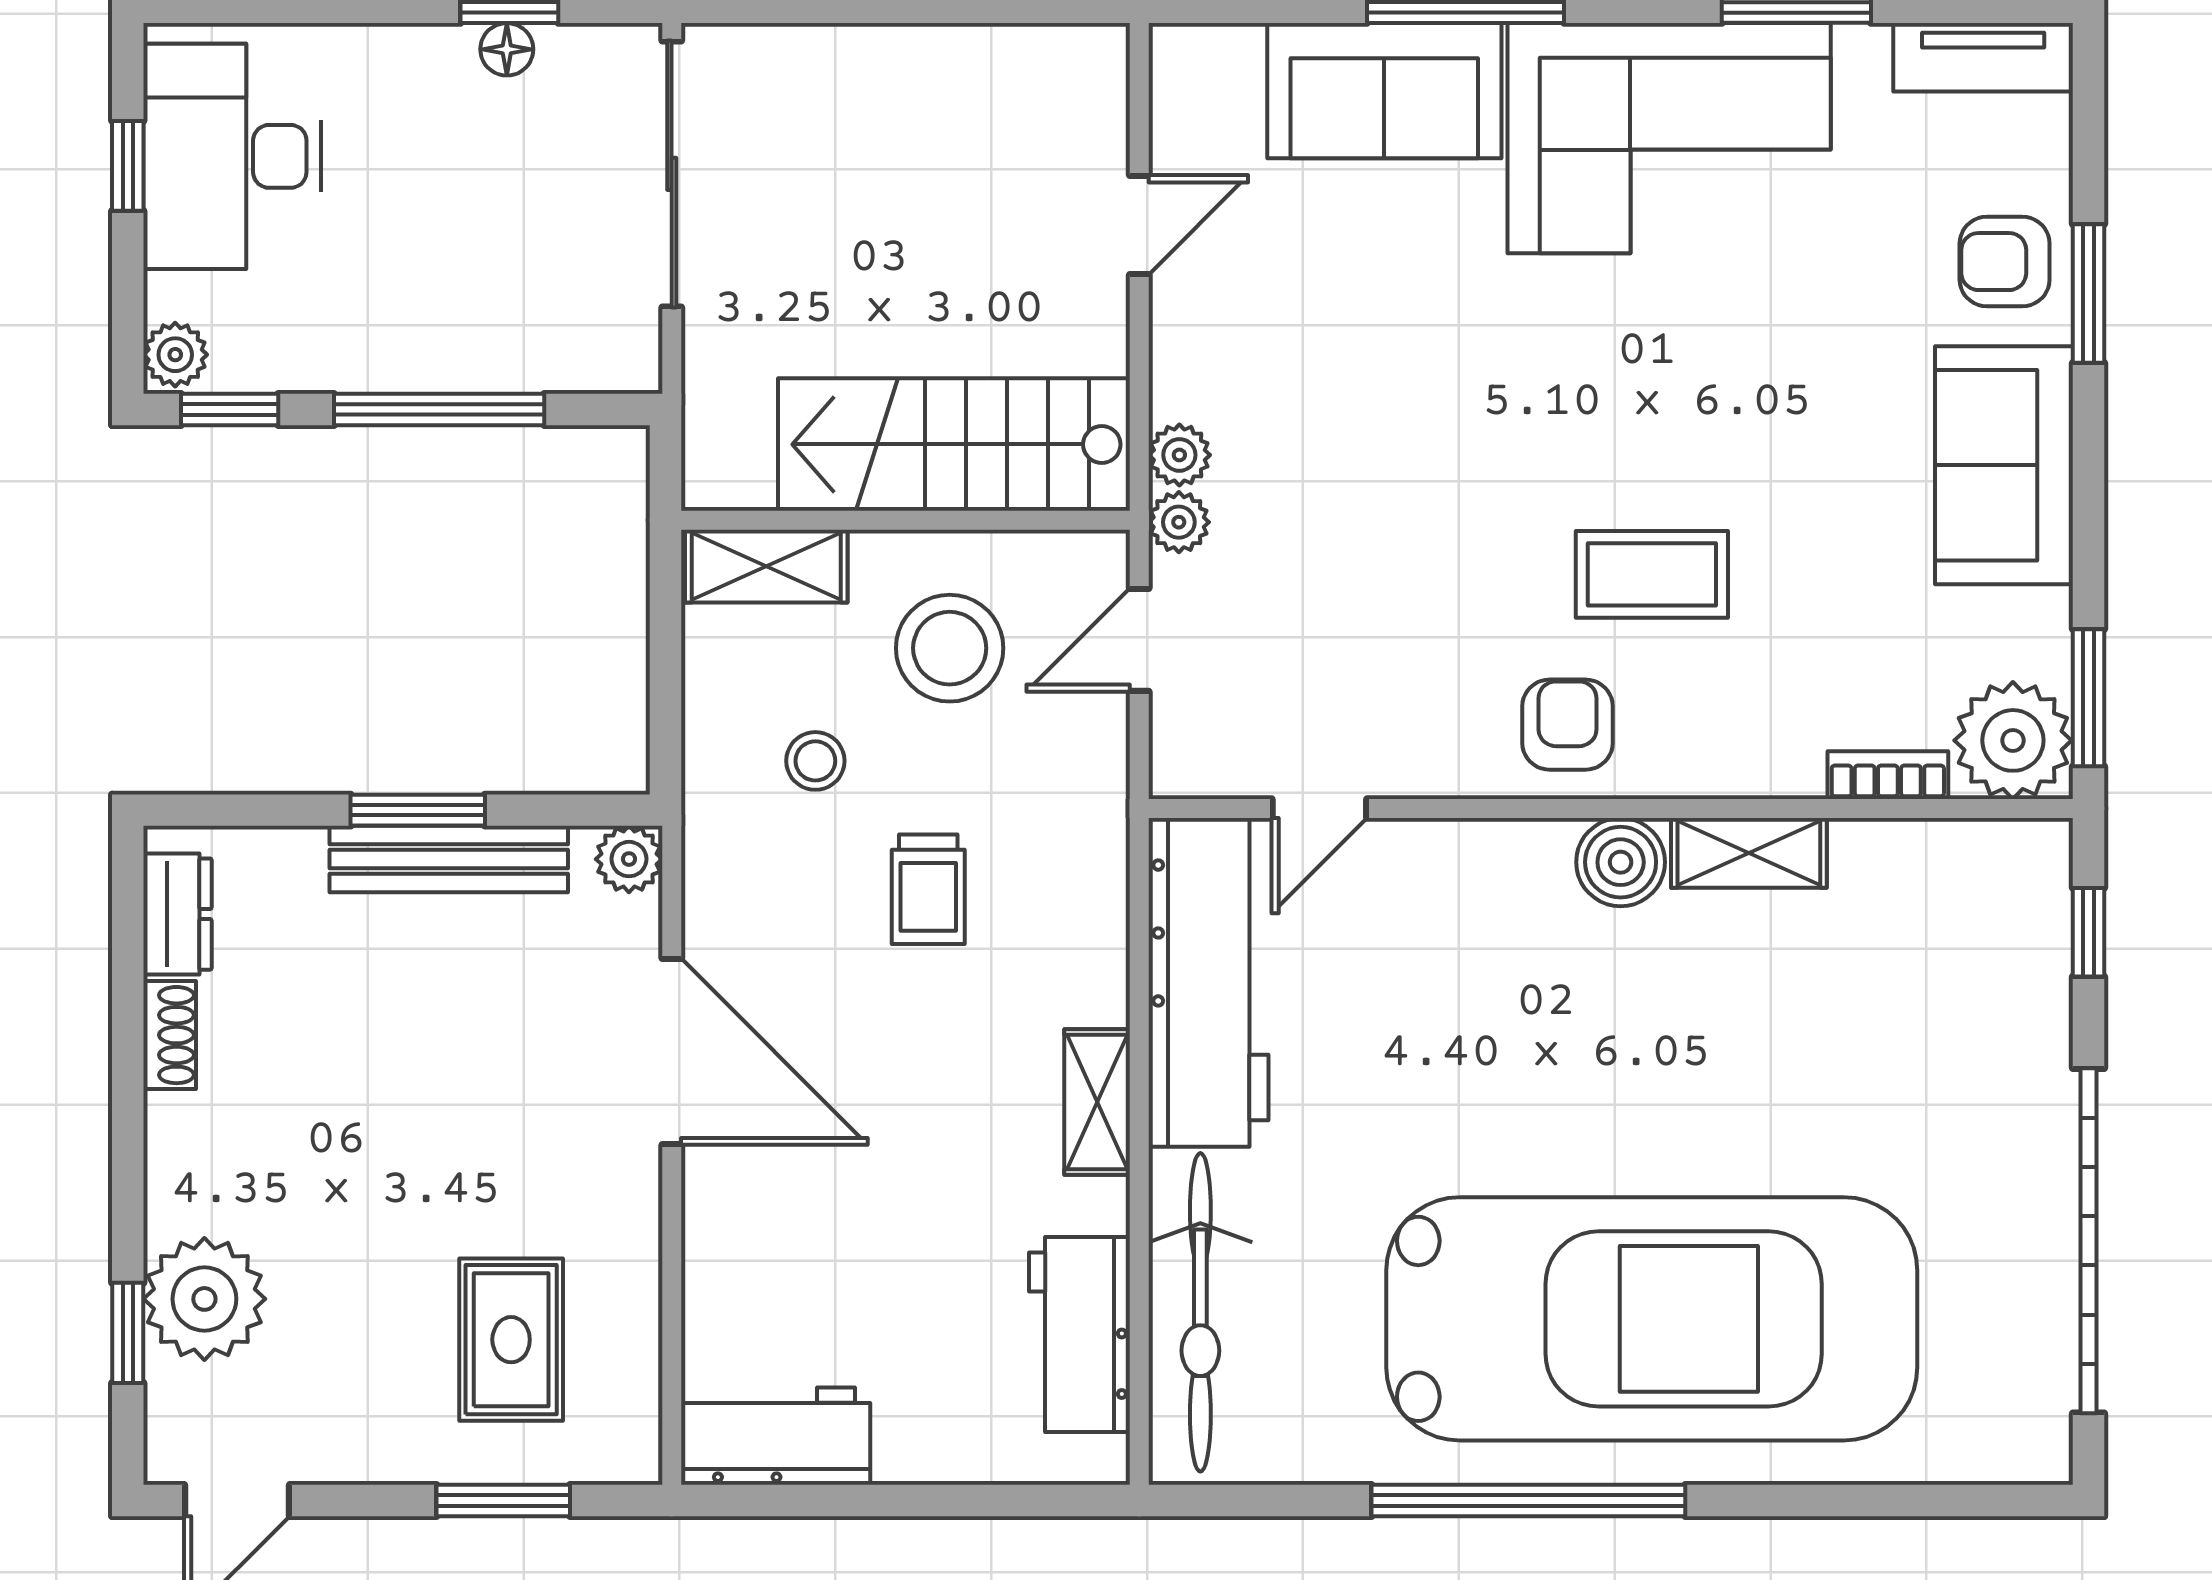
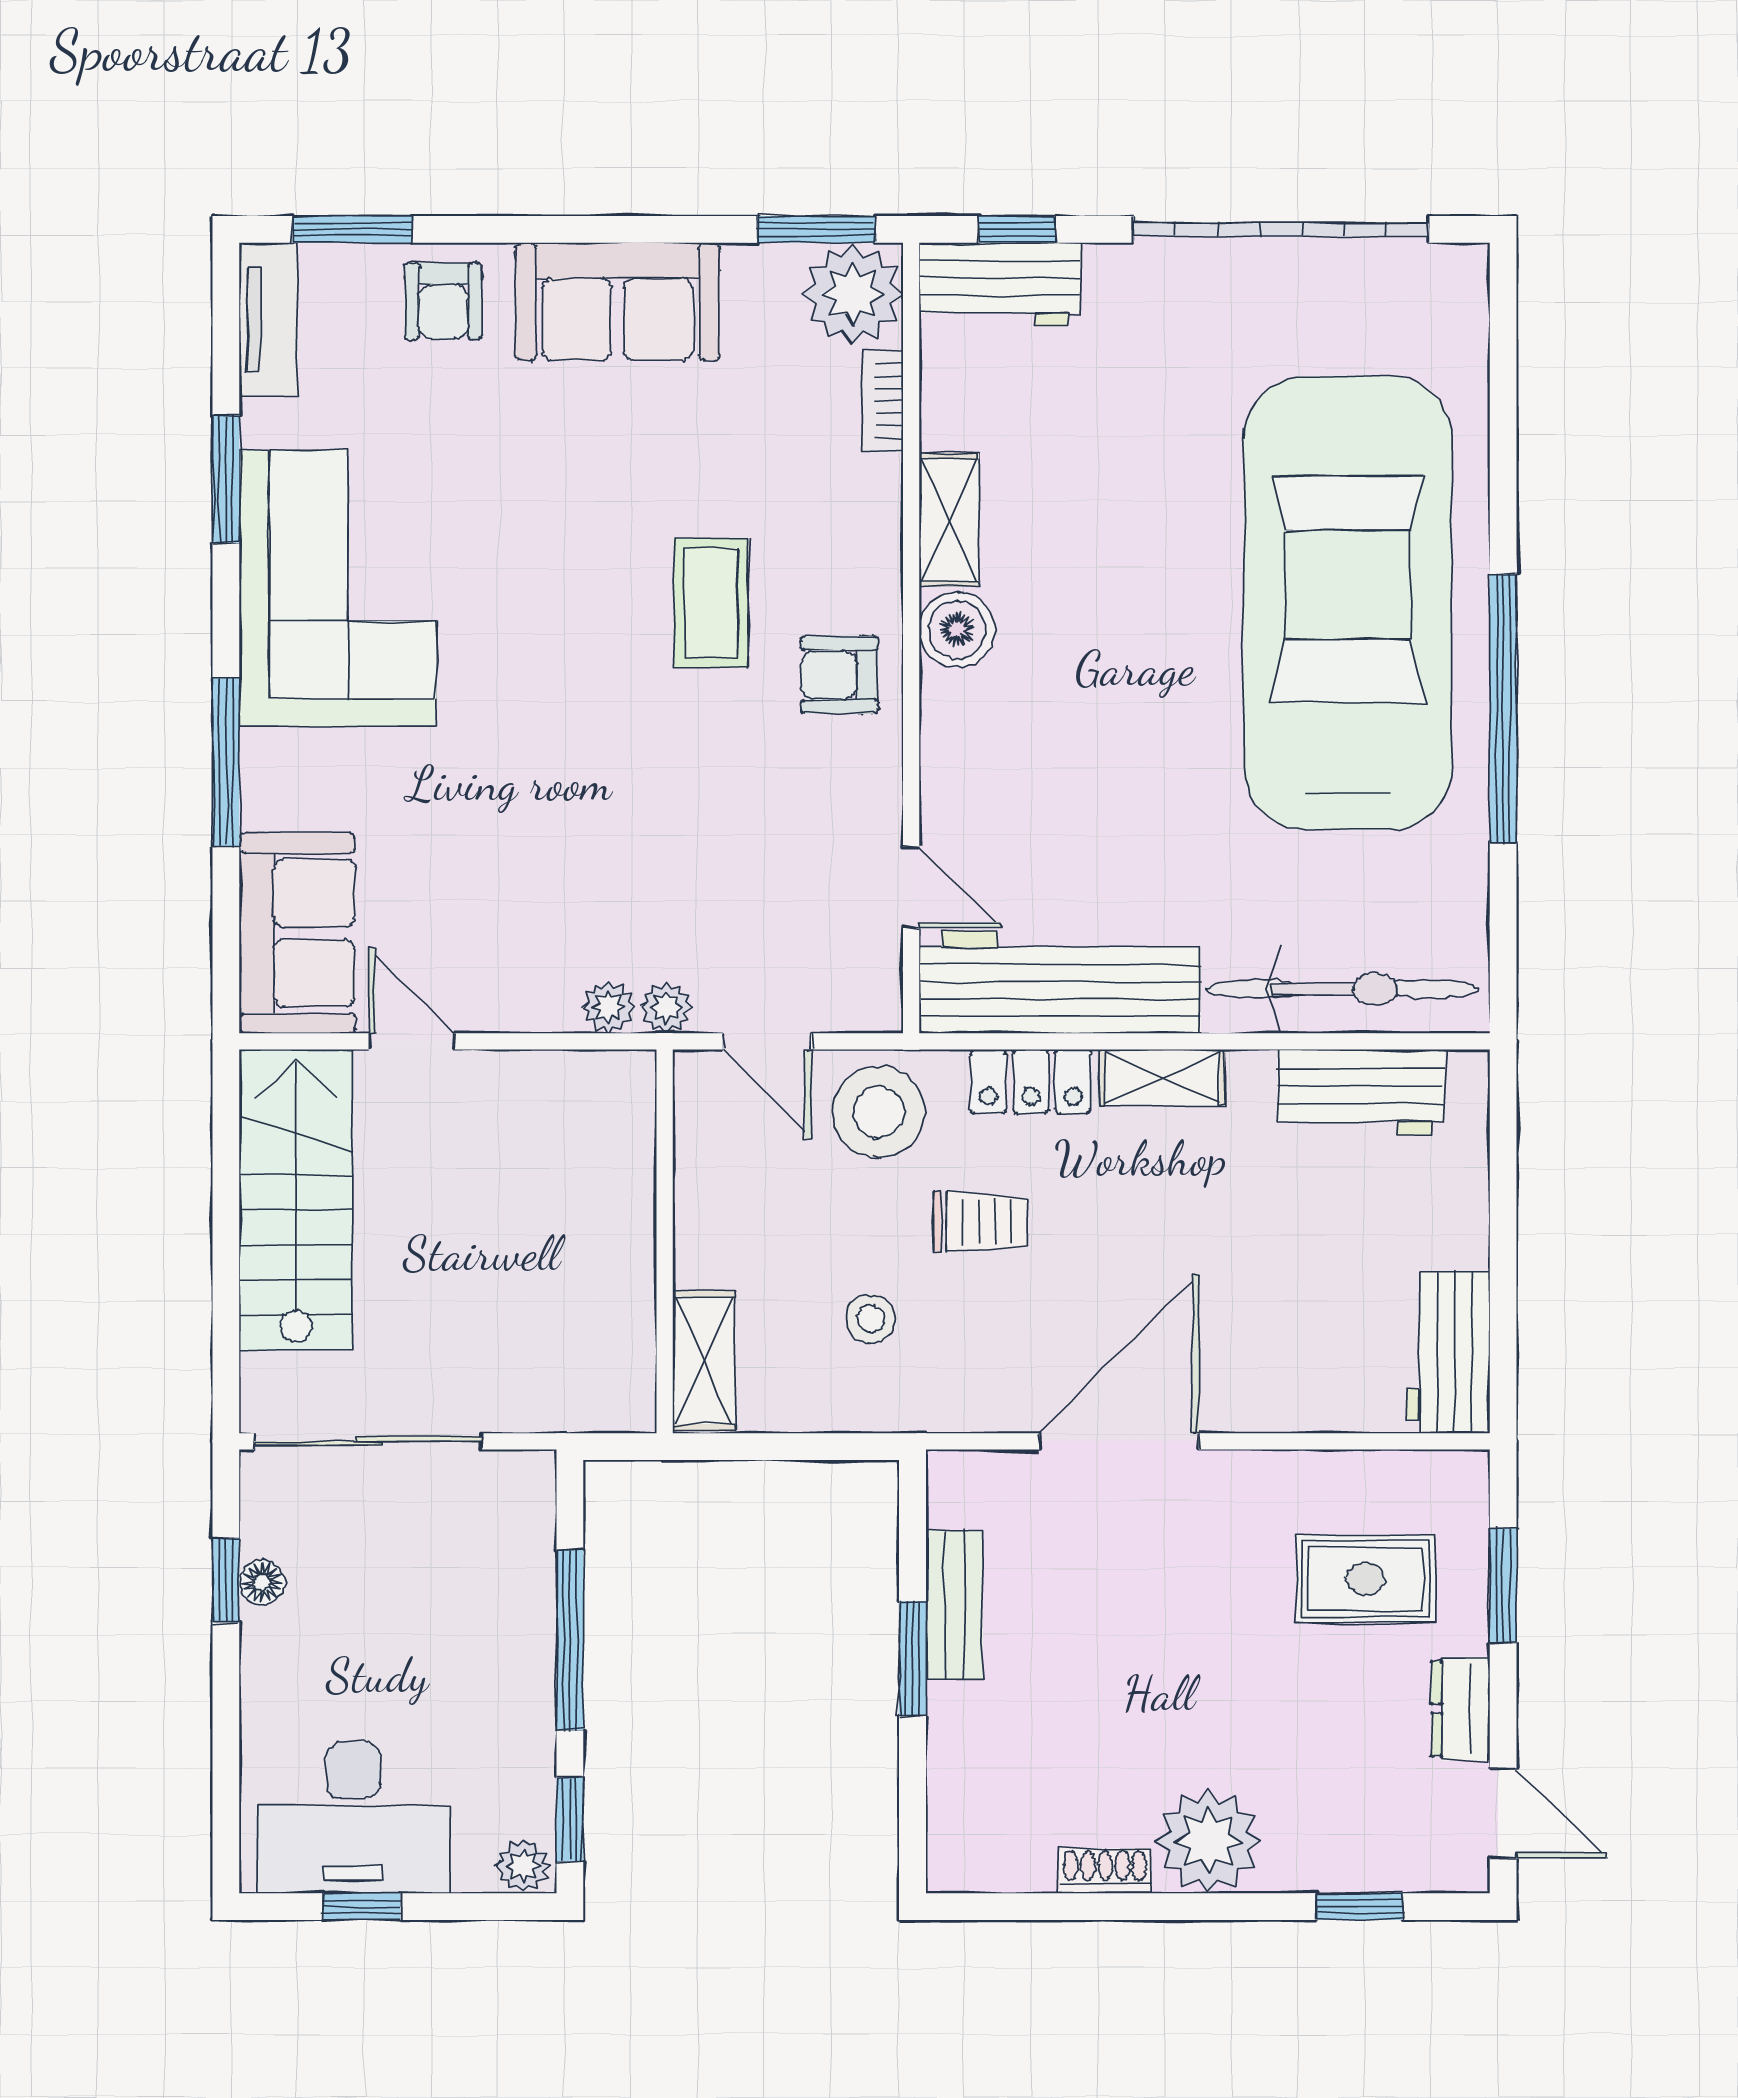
sofa: (1384, 91) -> (297, 933), moved
window: (2088, 293) -> (352, 229), moved
stairs: (954, 444) -> (296, 1200), moved, turned 180
stool: (950, 648) -> (879, 1112), moved
bench: (449, 859) -> (954, 1605), width x0.73
plant: (629, 859) -> (954, 1478), removed
workbench: (2024, 912) -> (1000, 284), added
dresser: (177, 914) -> (1461, 1709), moved, turned -90
locker: (1092, 948) -> (1031, 1082), added
plant: (204, 1299) -> (1209, 1841), moved

